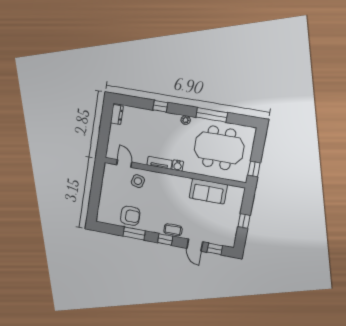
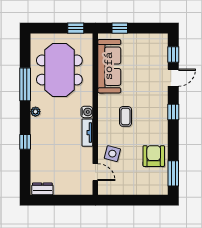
door: (124, 163) -> (95, 172), swing flipped
sofa: (208, 191) -> (109, 66), width x1.36
window: (244, 221) -> (120, 28), moved
coffee table: (173, 230) -> (126, 116), moved
window: (134, 233) -> (173, 173), moved

